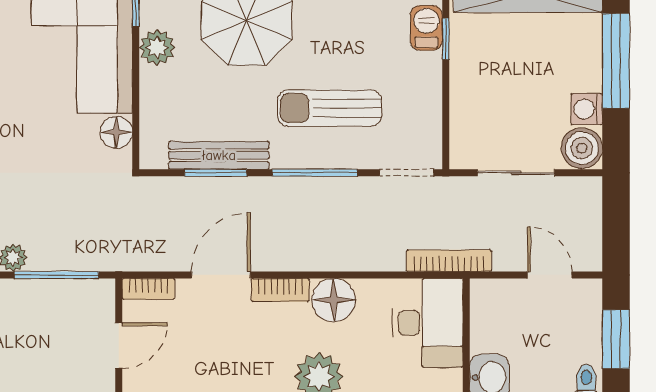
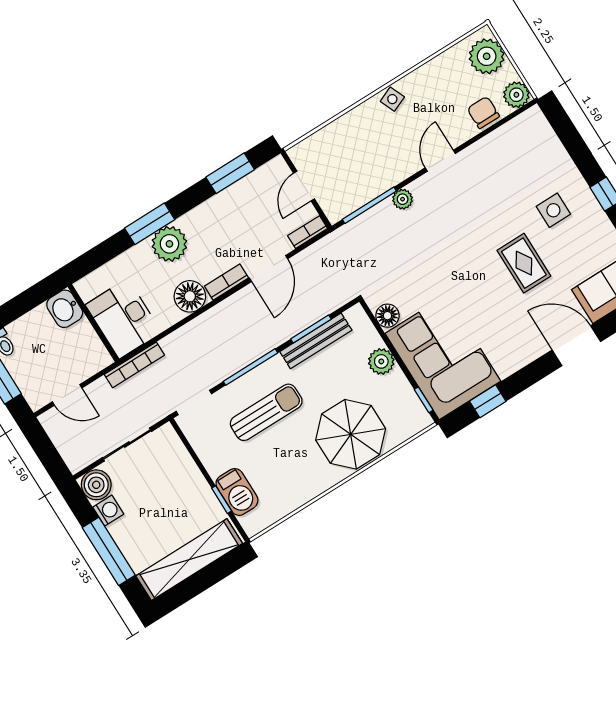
barbecue: (426, 28) -> (237, 492), width x1.38, depth x1.27
plant: (157, 48) -> (381, 361), moved

